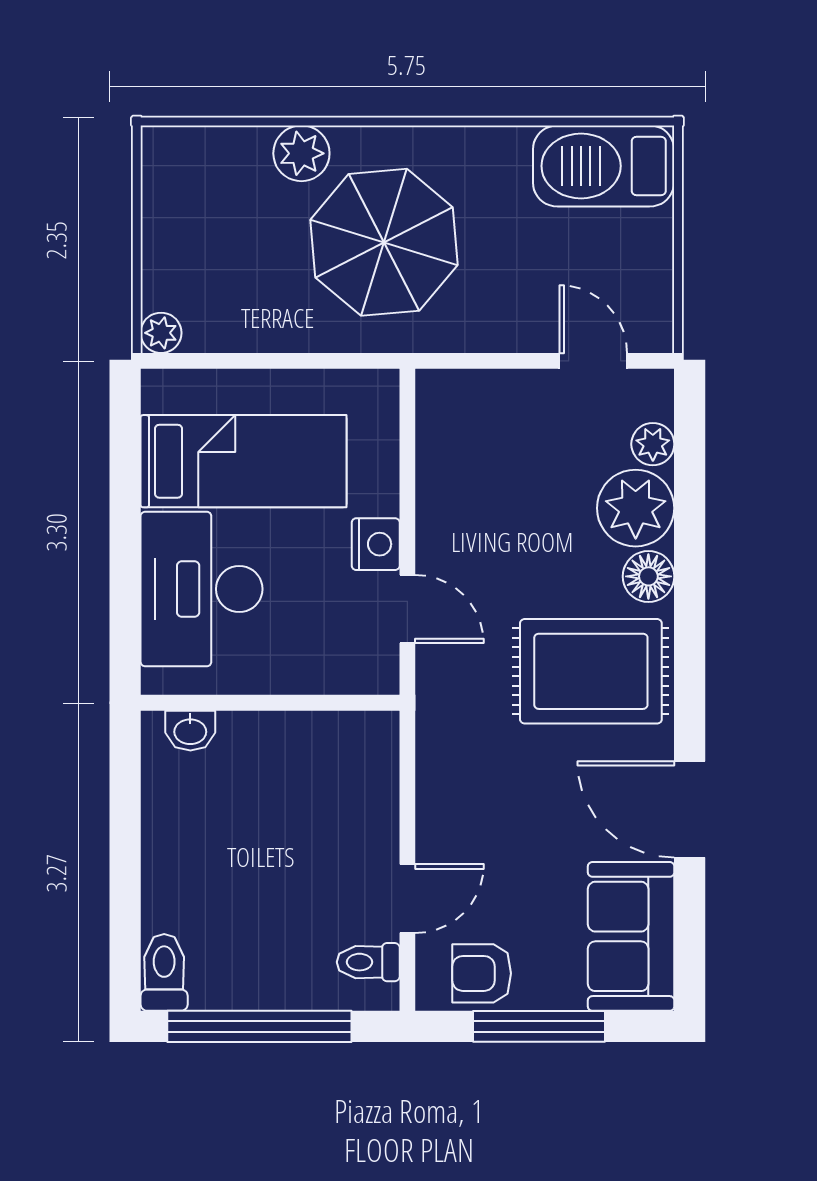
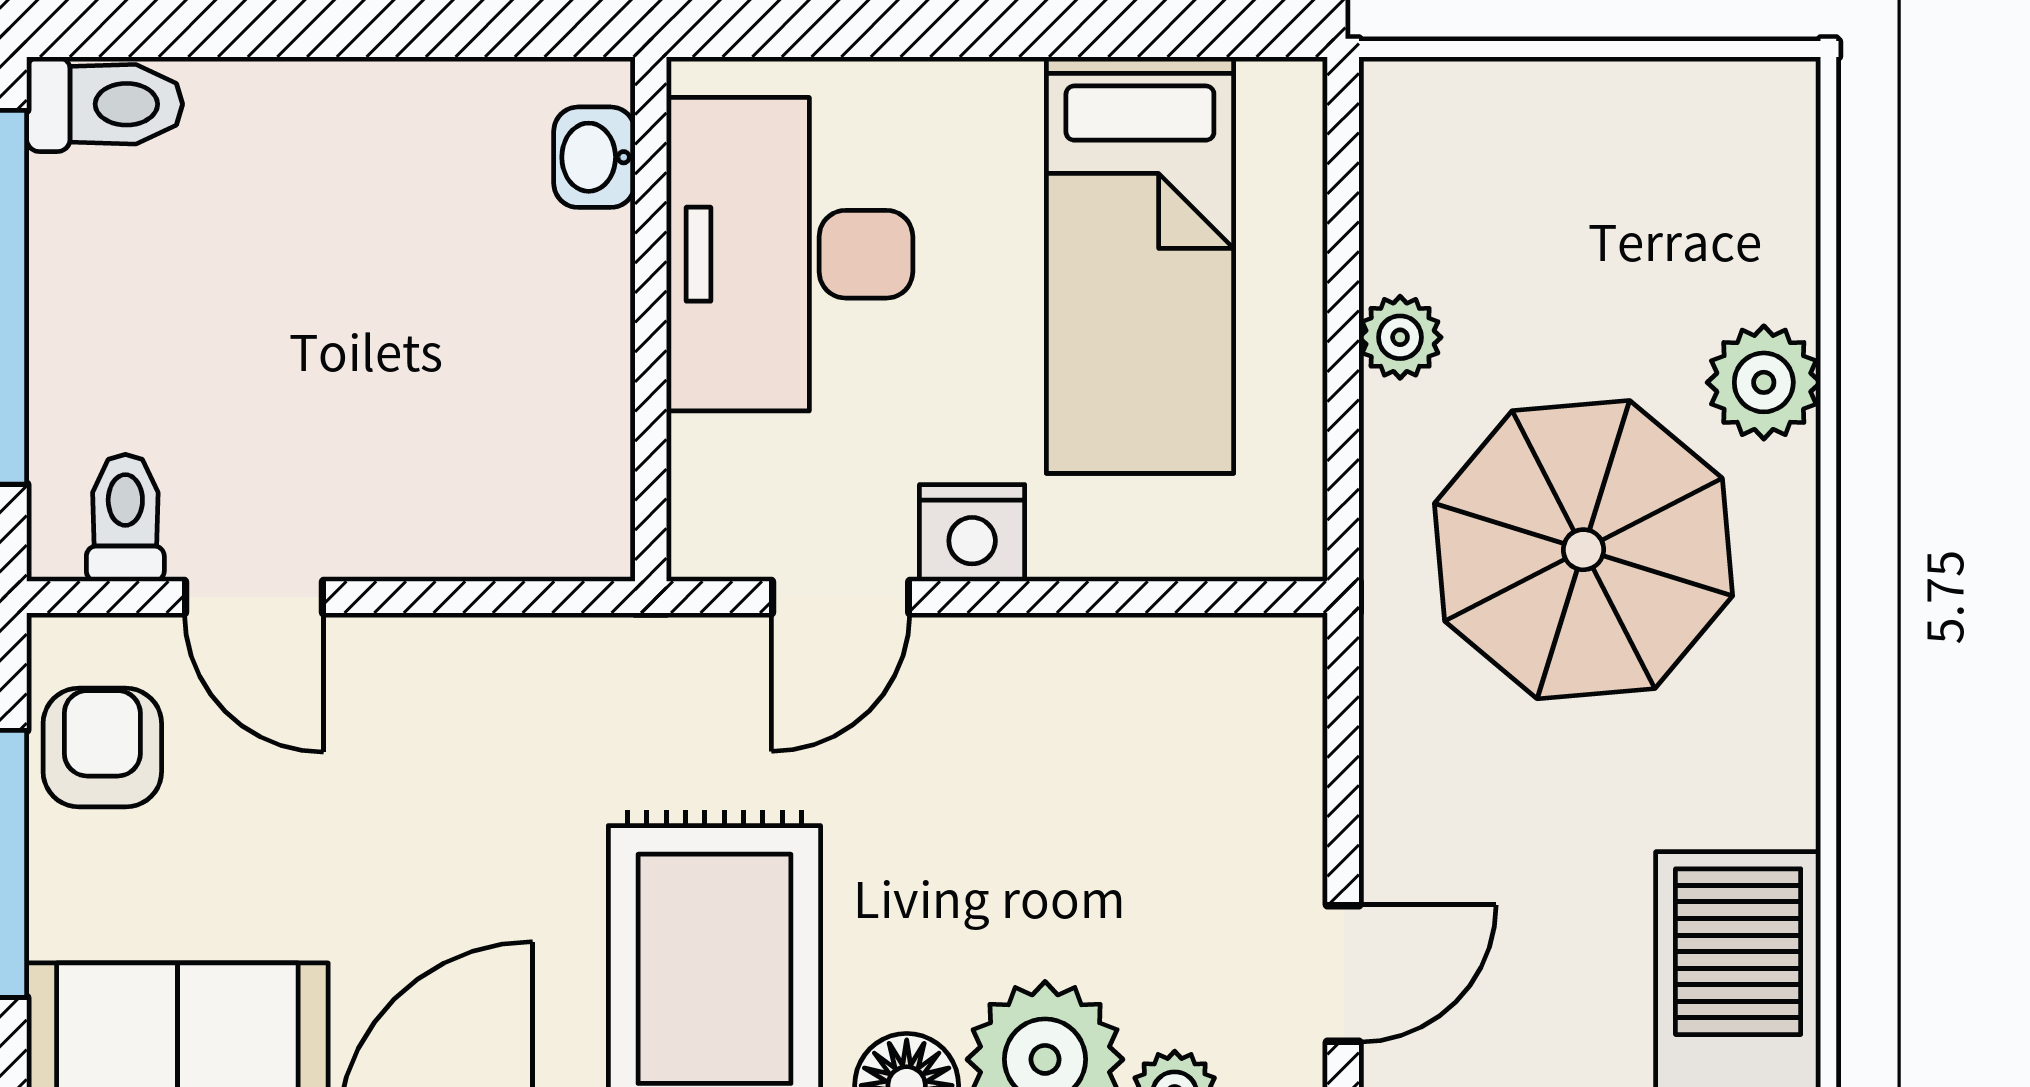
plant: (161, 333) -> (1400, 337), moved
desk: (201, 589) -> (790, 254), moved, turned -90

